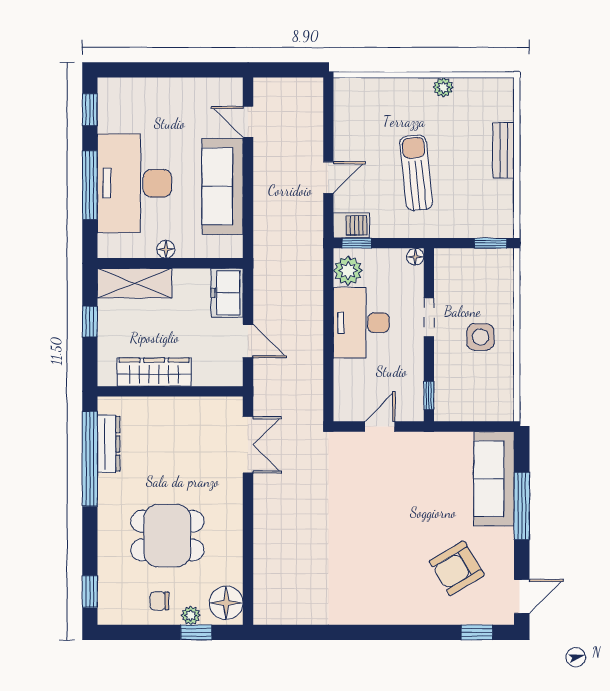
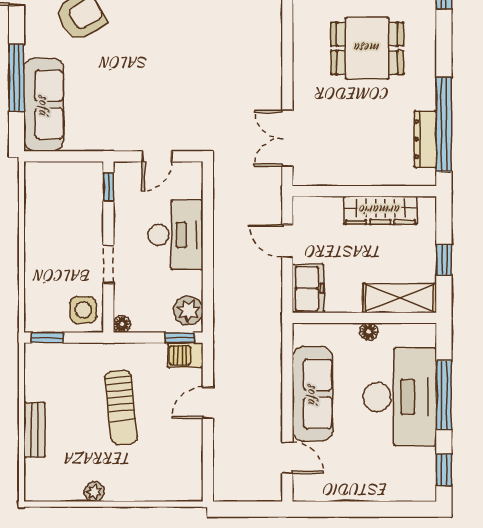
desk: (361, 323) -> (175, 235), moved
side table: (480, 337) -> (83, 310), moved

